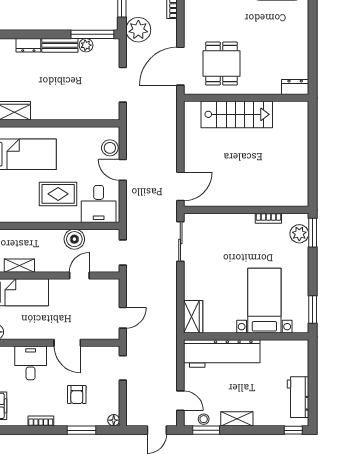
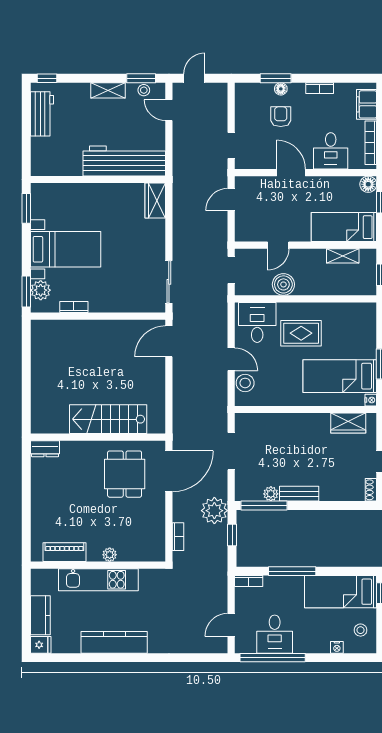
dresser: (28, 45) -> (333, 494), removed
bed with nightstands: (264, 301) -> (66, 249), moved, turned -90
floor lamp: (114, 420) -> (281, 89), moved

